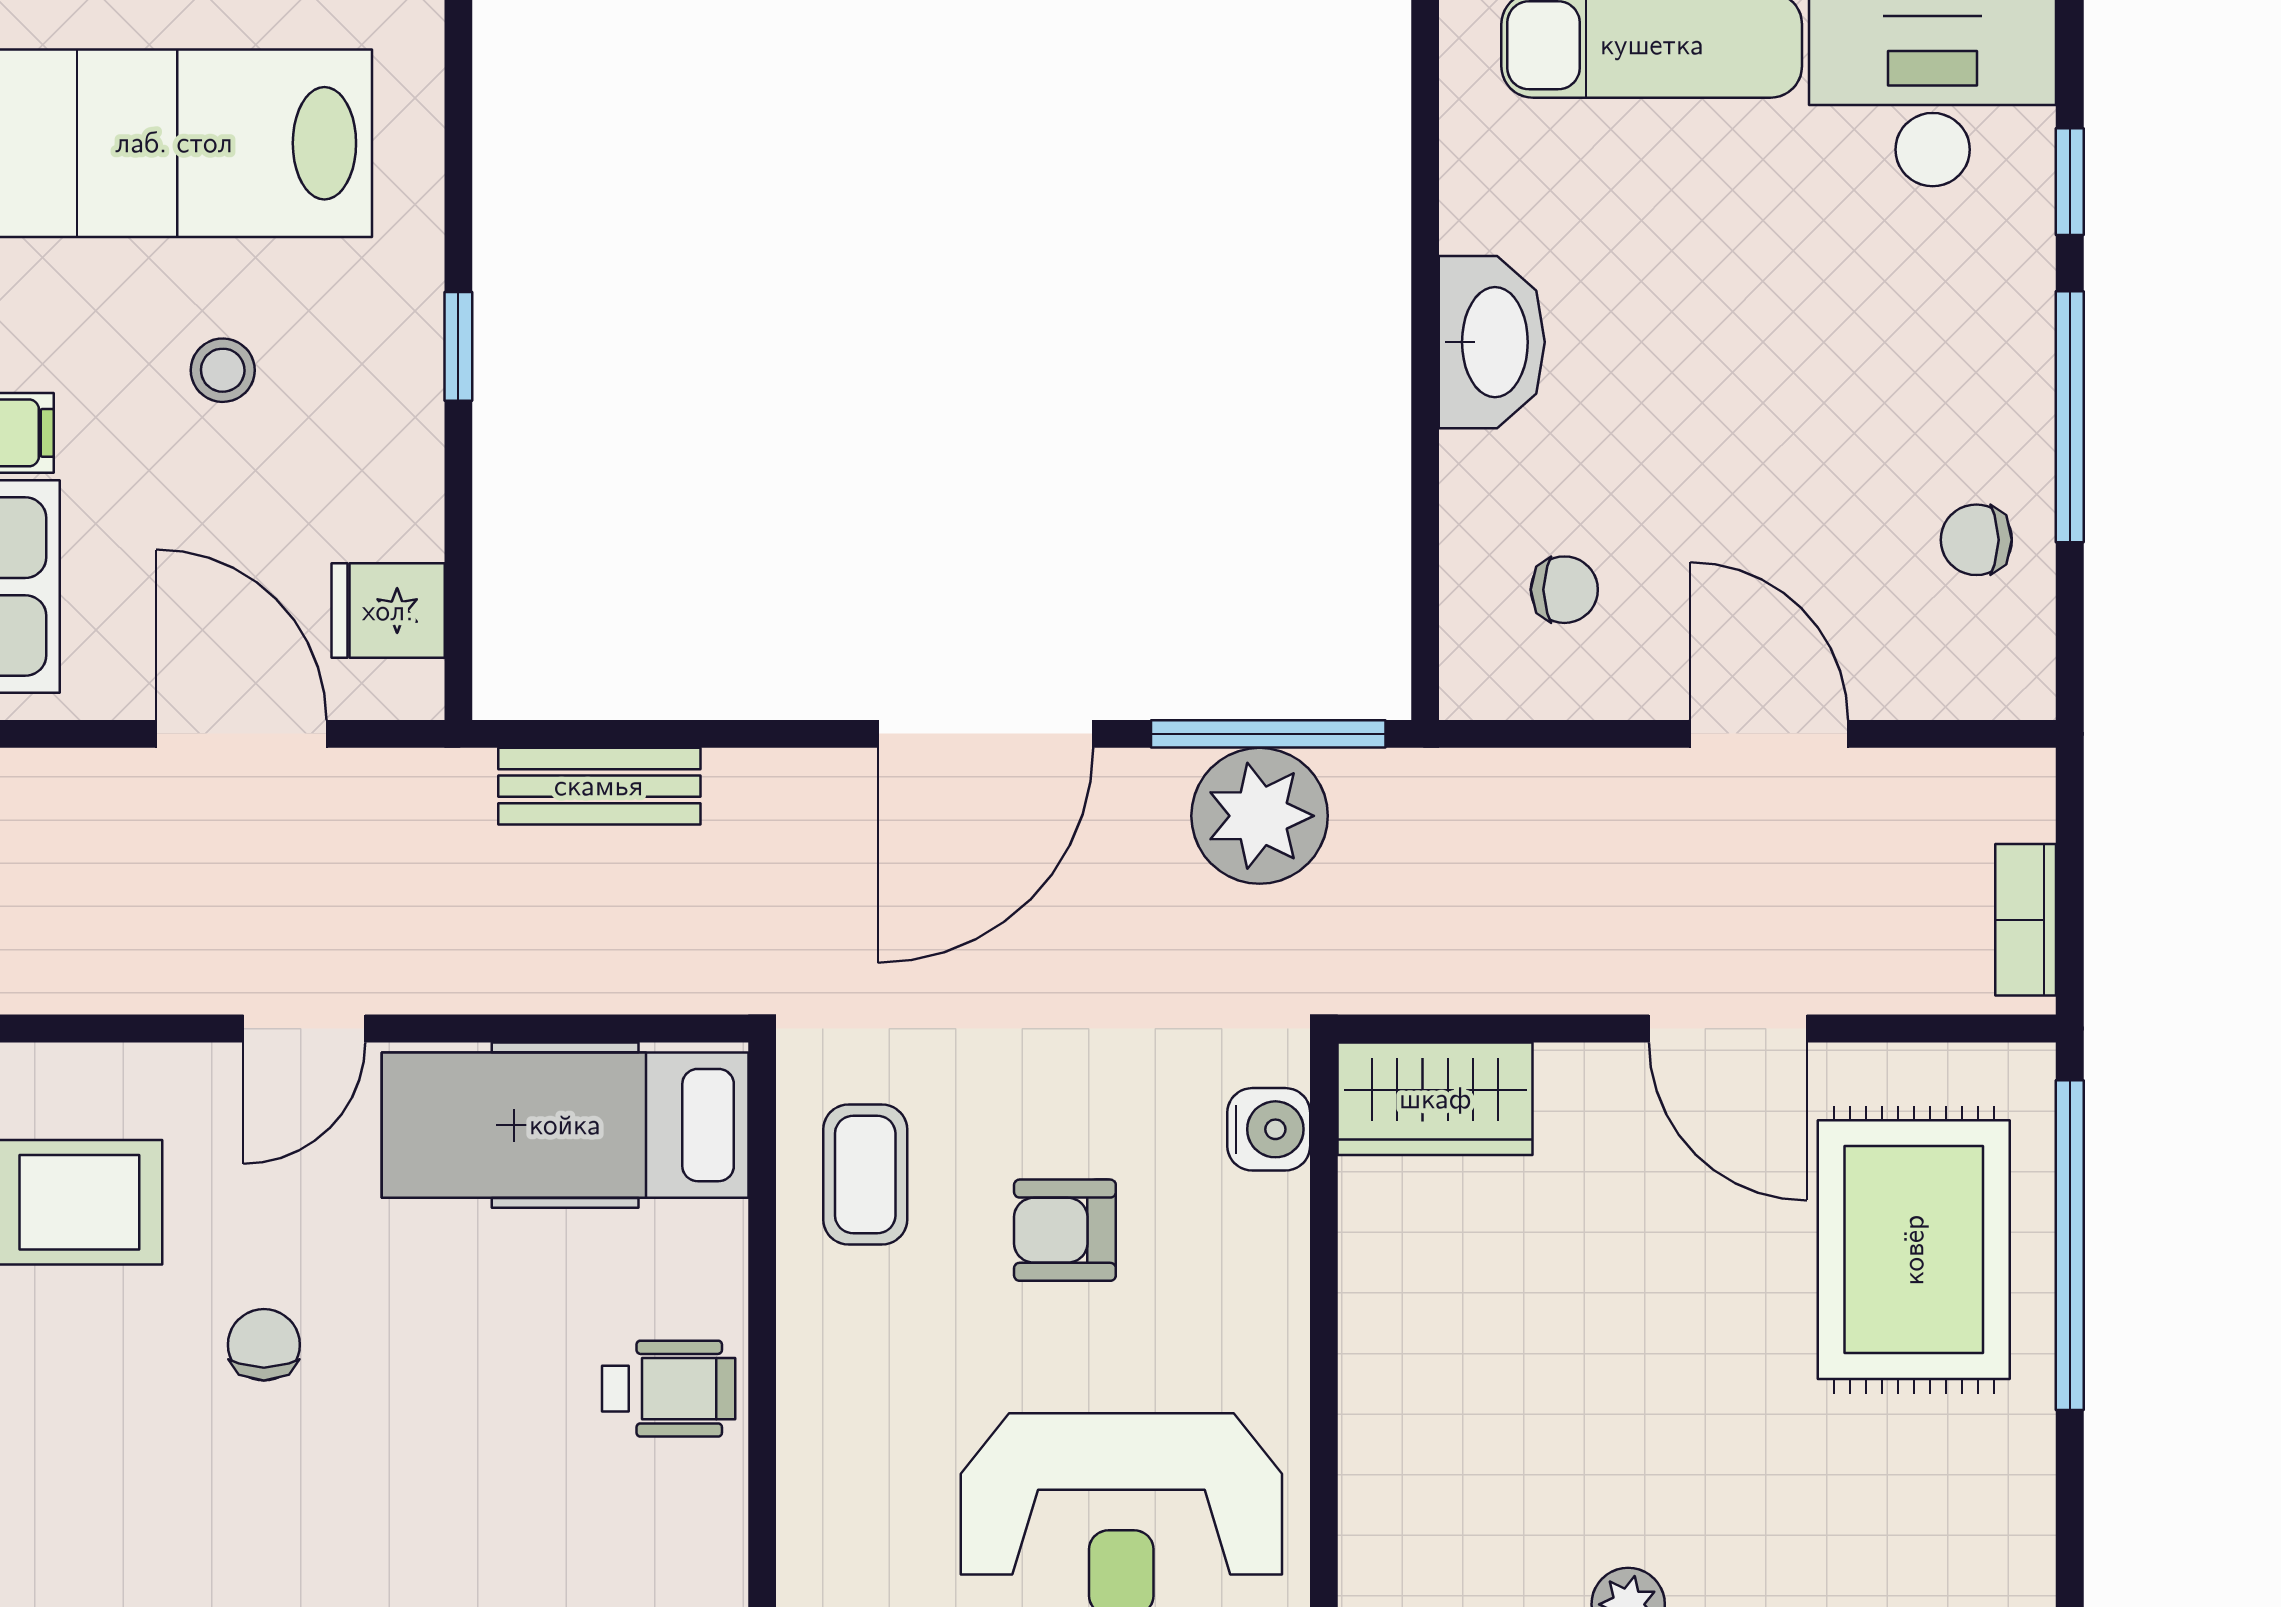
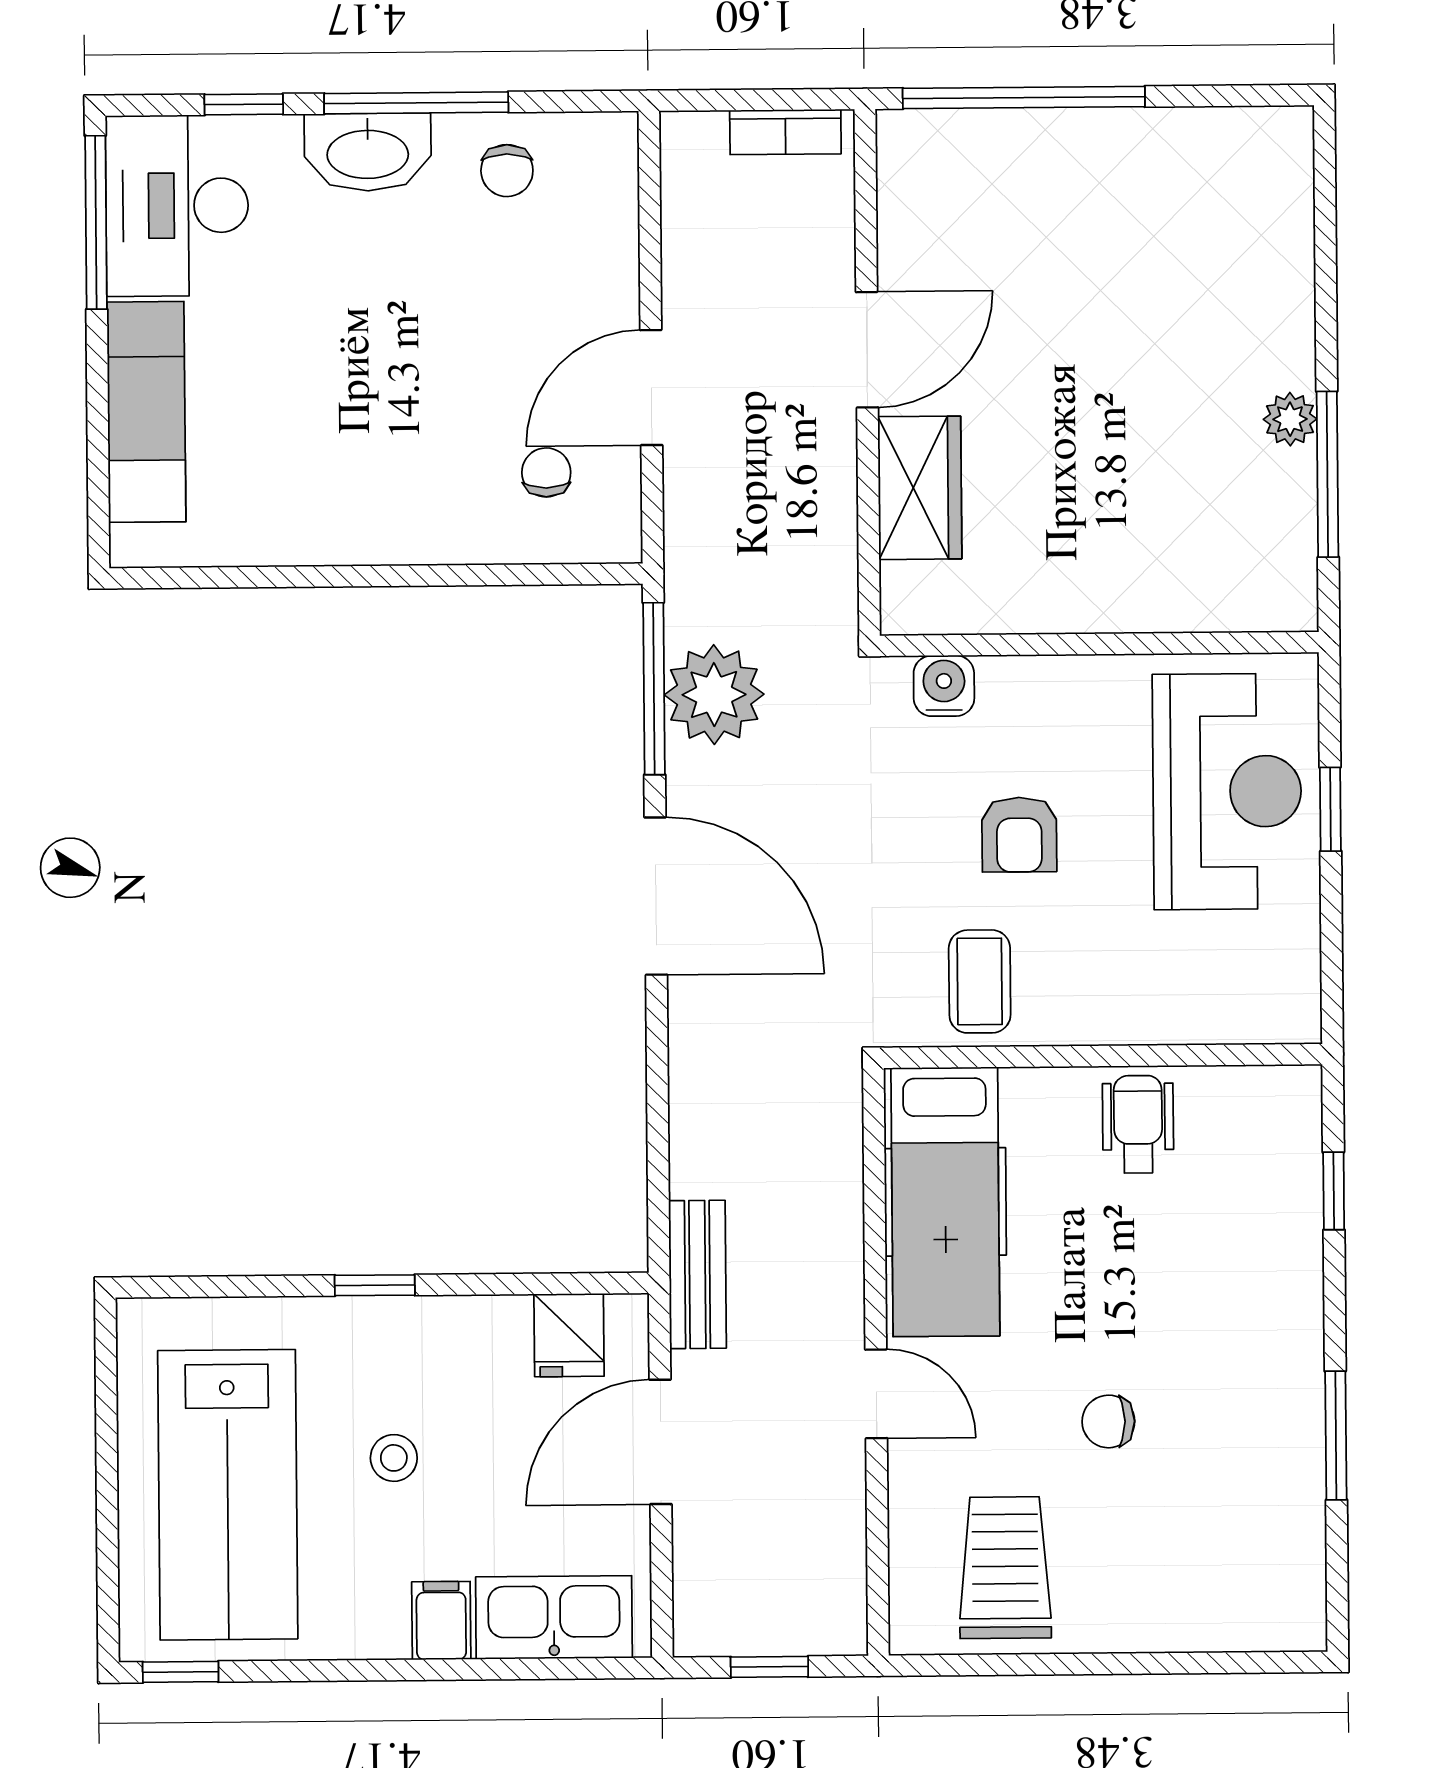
washbasin: (1492, 342) -> (368, 152), moved, turned 180
door: (1769, 734) -> (651, 388), moved
bench: (599, 786) -> (697, 1274), moved
wardrobe: (1435, 1099) -> (920, 488), moved
coffee table: (865, 1175) -> (980, 981), turned 90
rug: (1914, 1250) -> (1028, 212), removed

